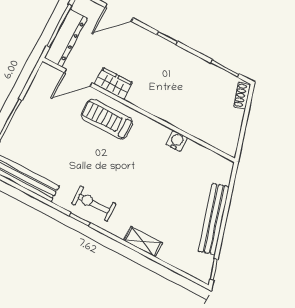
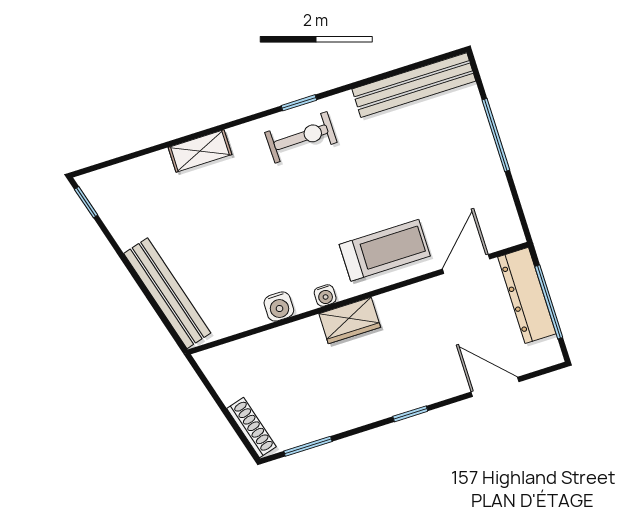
door: (119, 13) -> (495, 387), hinge flipped
wardrobe: (113, 83) -> (350, 321), moved
shoe rack: (242, 96) -> (251, 428), width x1.43
water cooler: (152, 125) -> (325, 295), added
bench: (214, 219) -> (167, 293), moved

